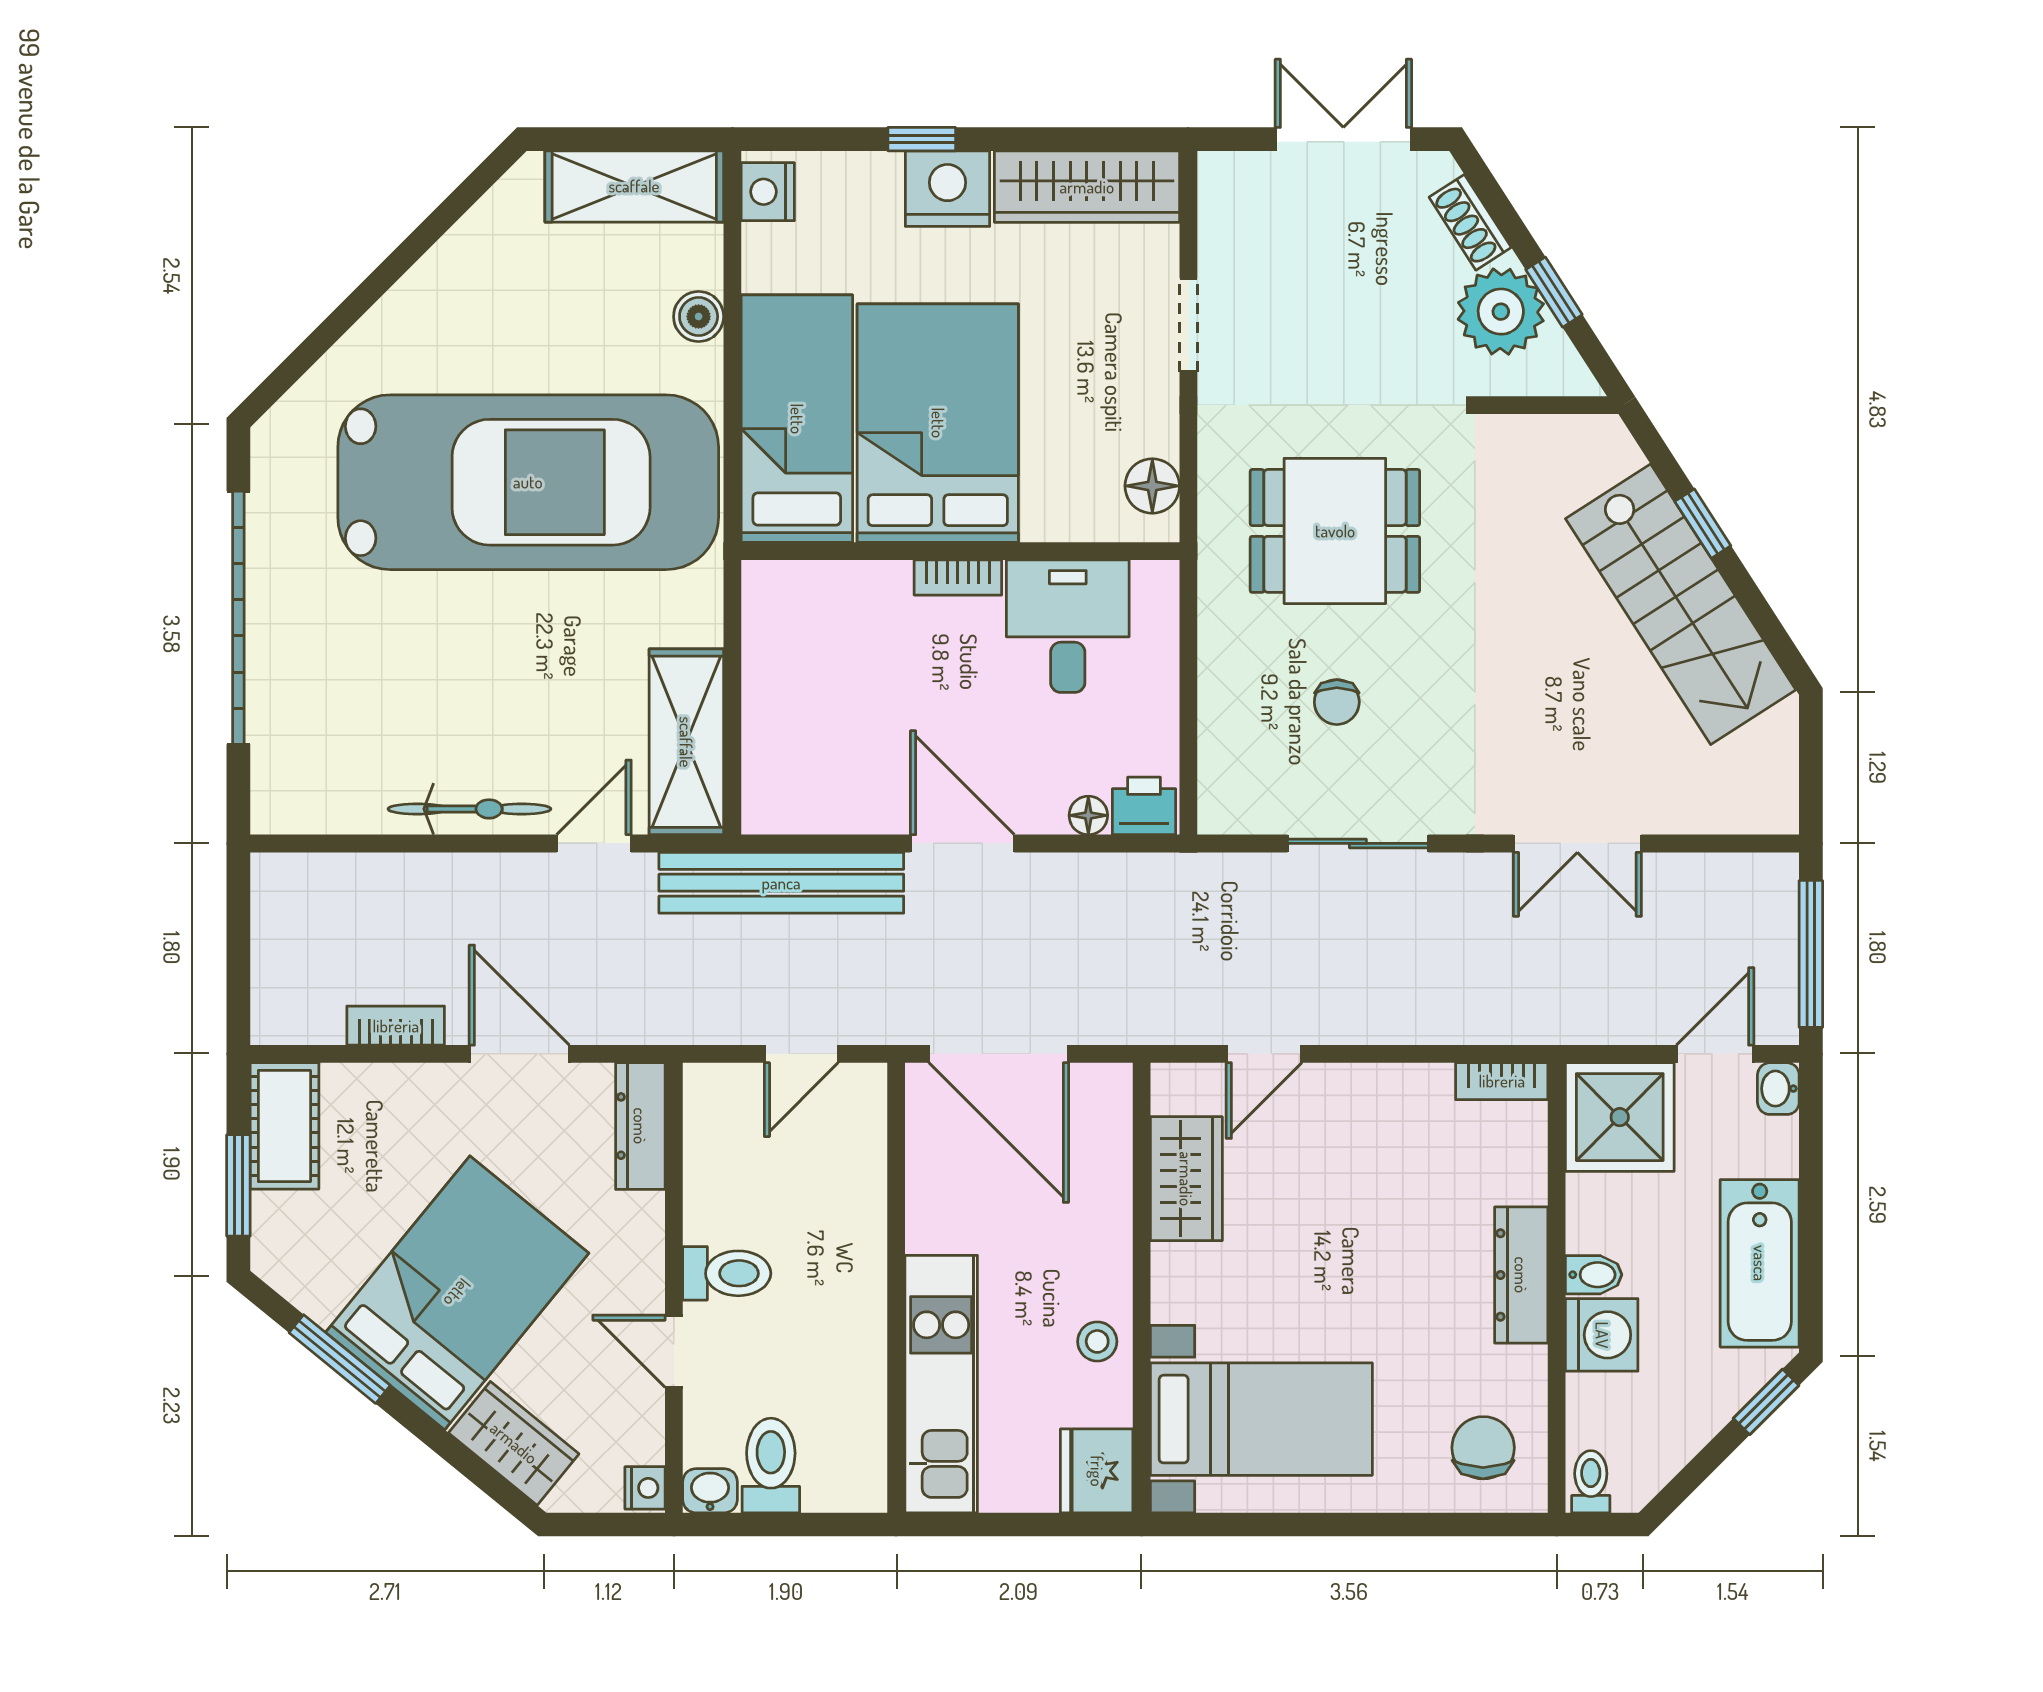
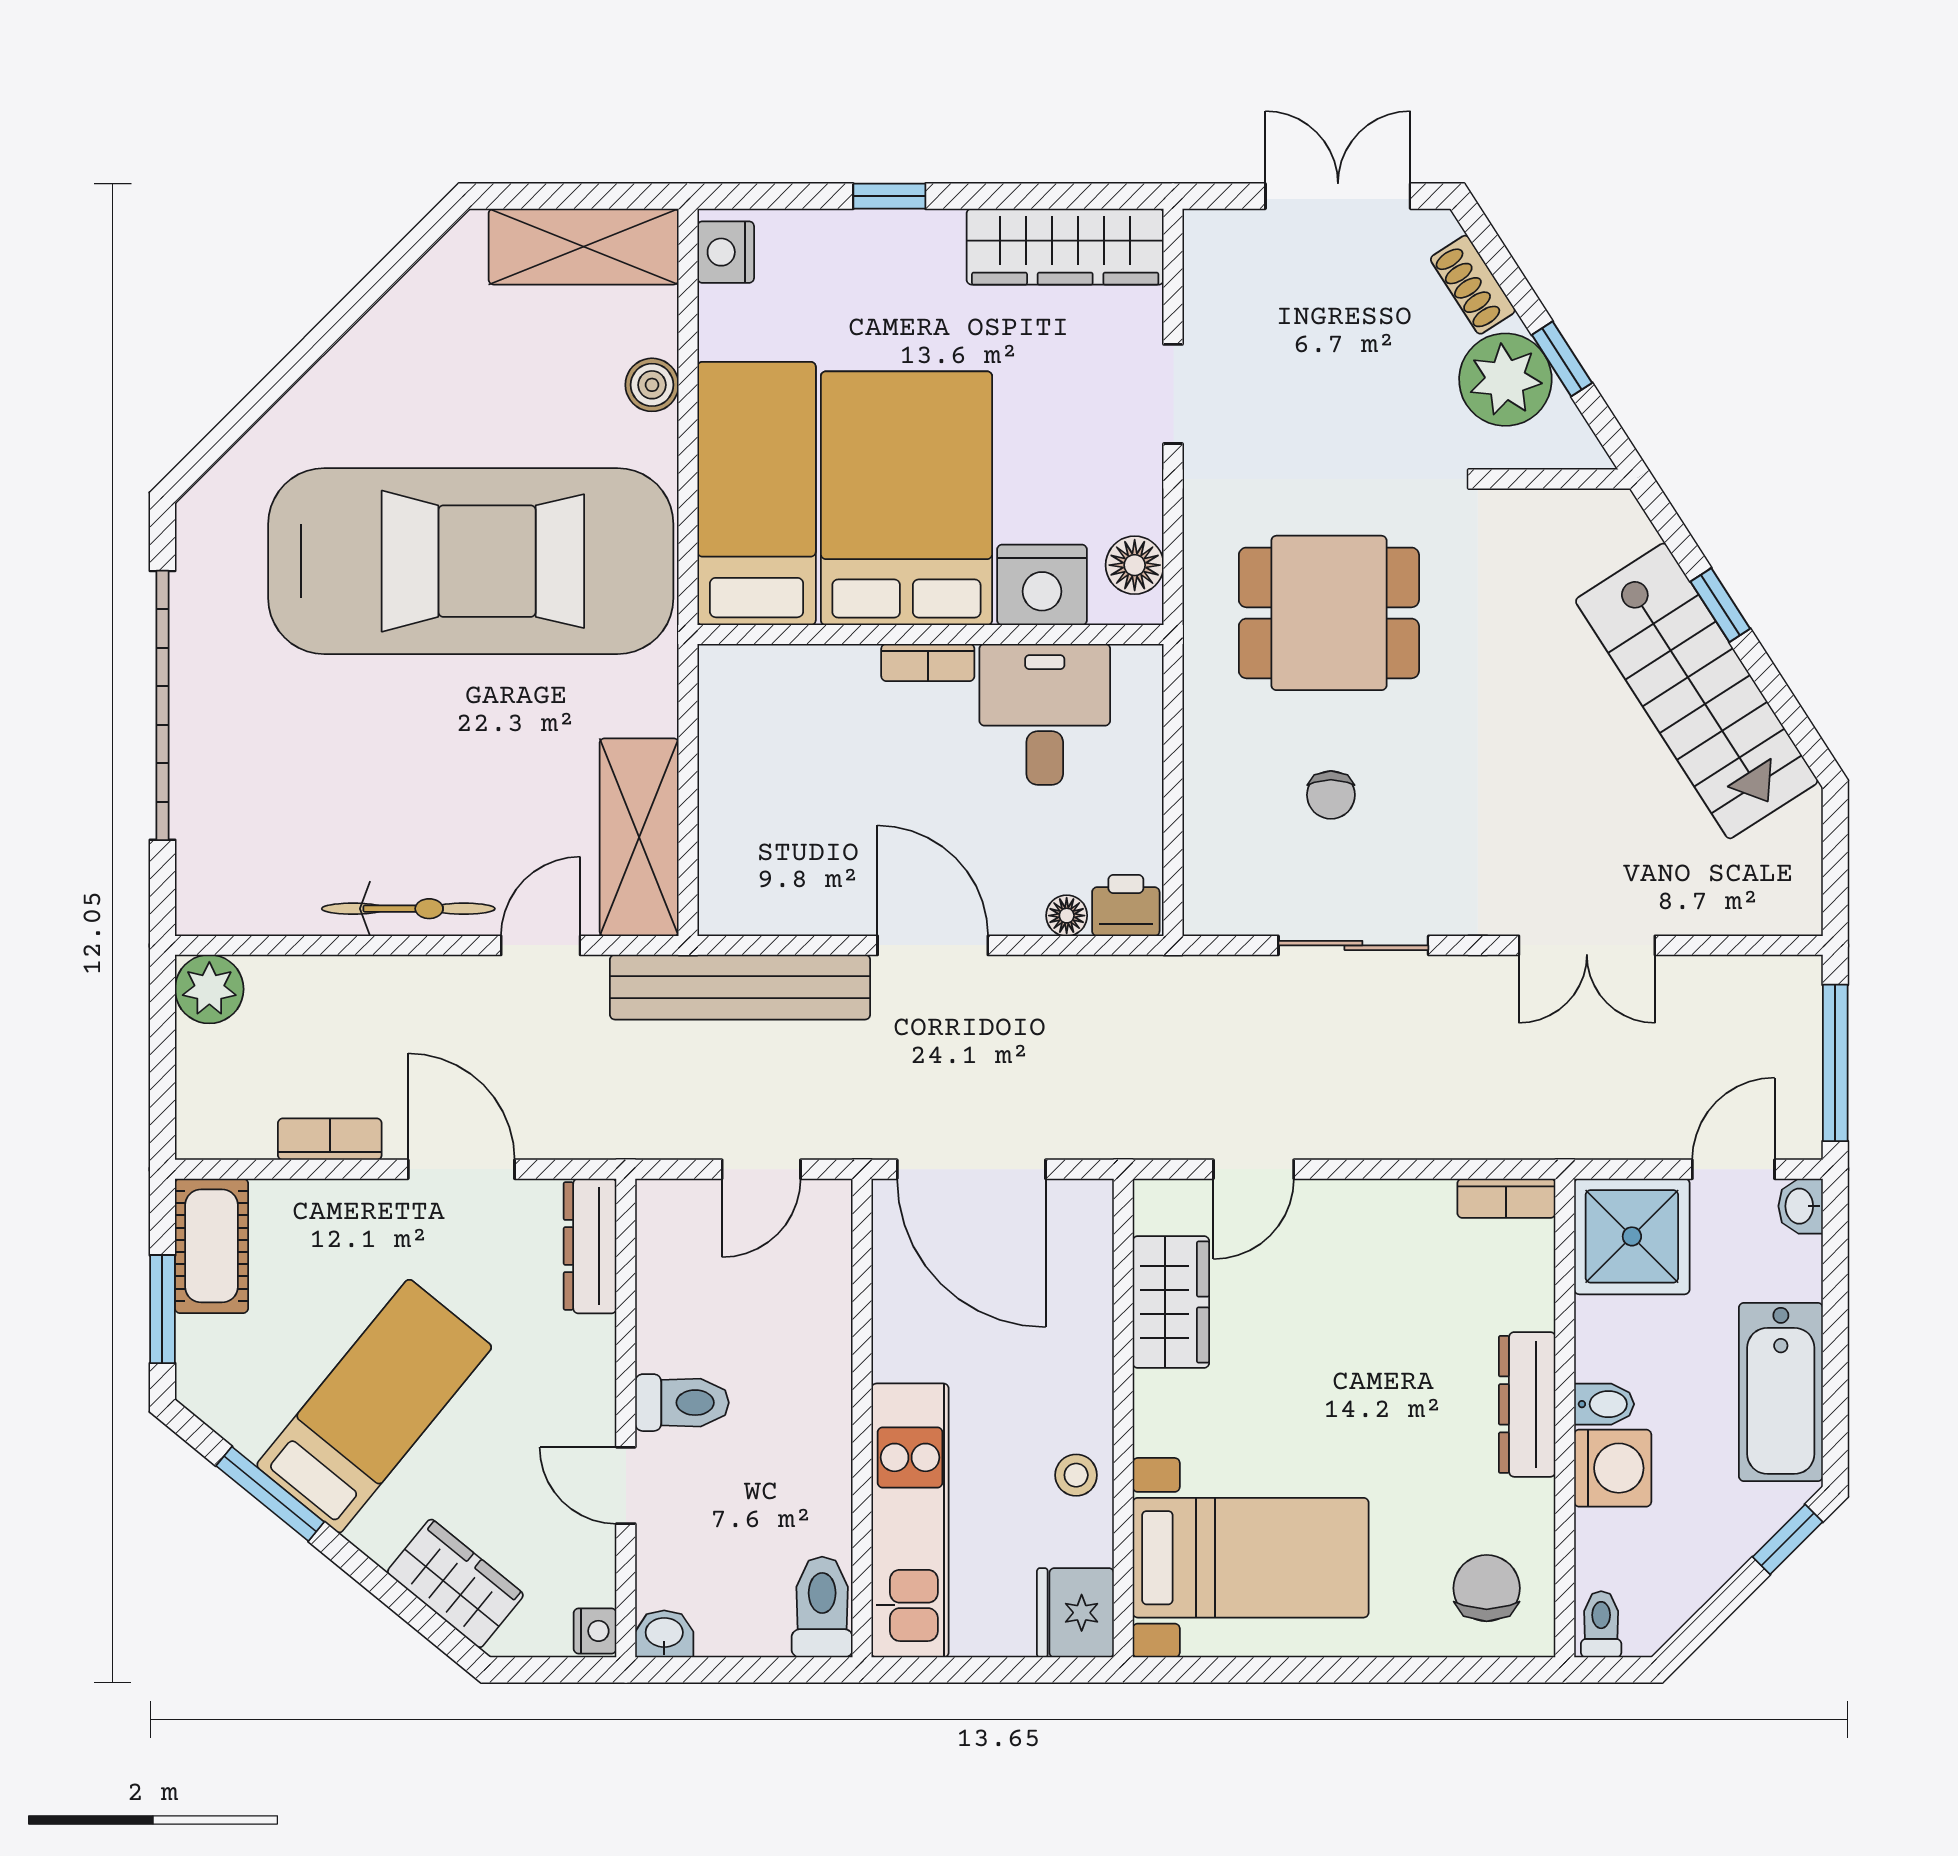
nightstand: (947, 189) -> (1042, 585), moved, turned 180
plant: (282, 885) -> (209, 989), added
bed: (457, 1293) -> (374, 1406), width x0.67
toilet: (771, 1466) -> (822, 1607), moved

